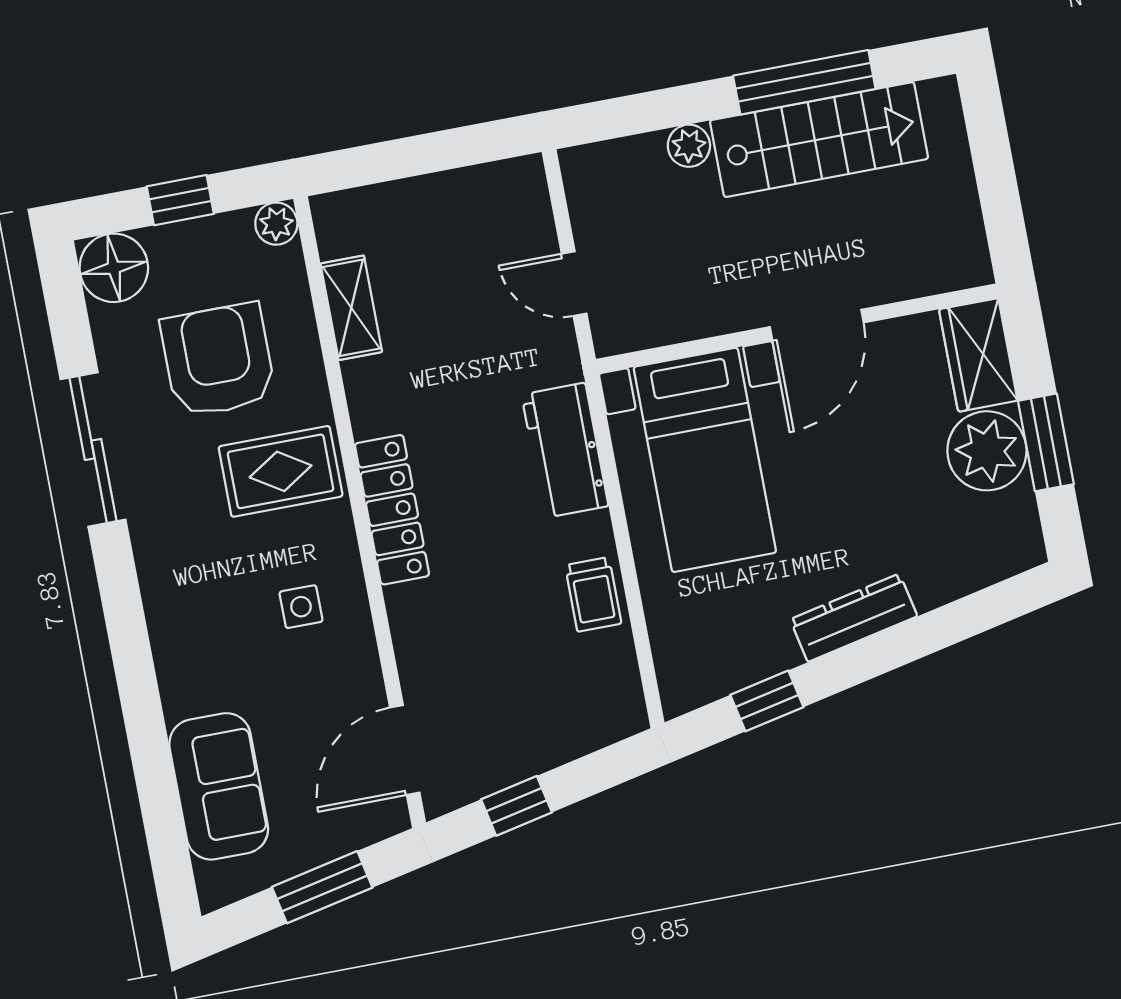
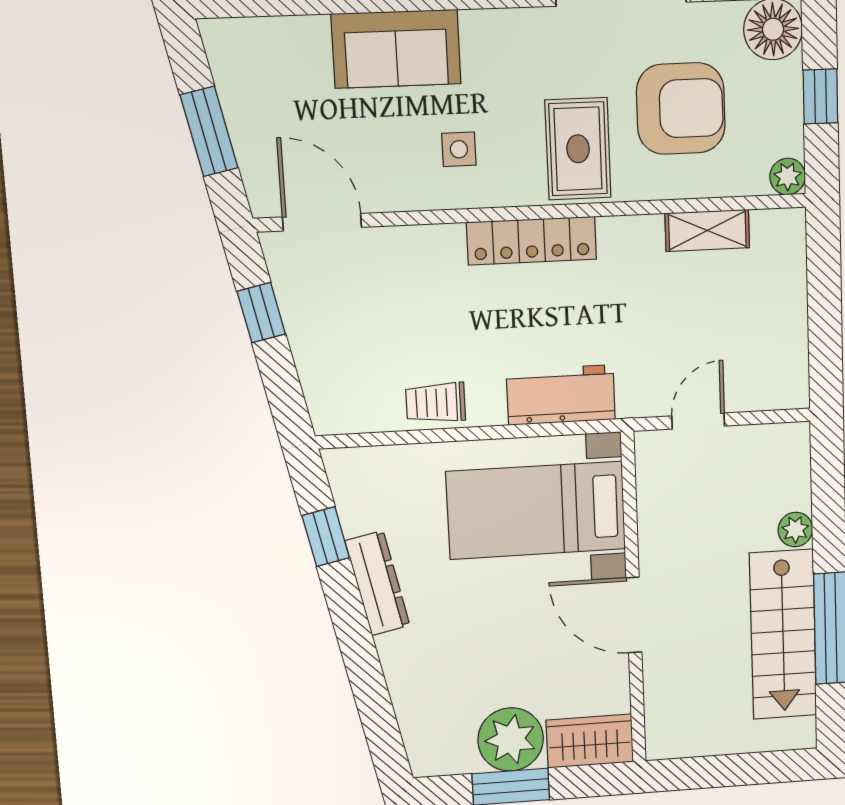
dresser: (854, 618) -> (378, 583), moved
sofa: (219, 786) -> (396, 49), moved

